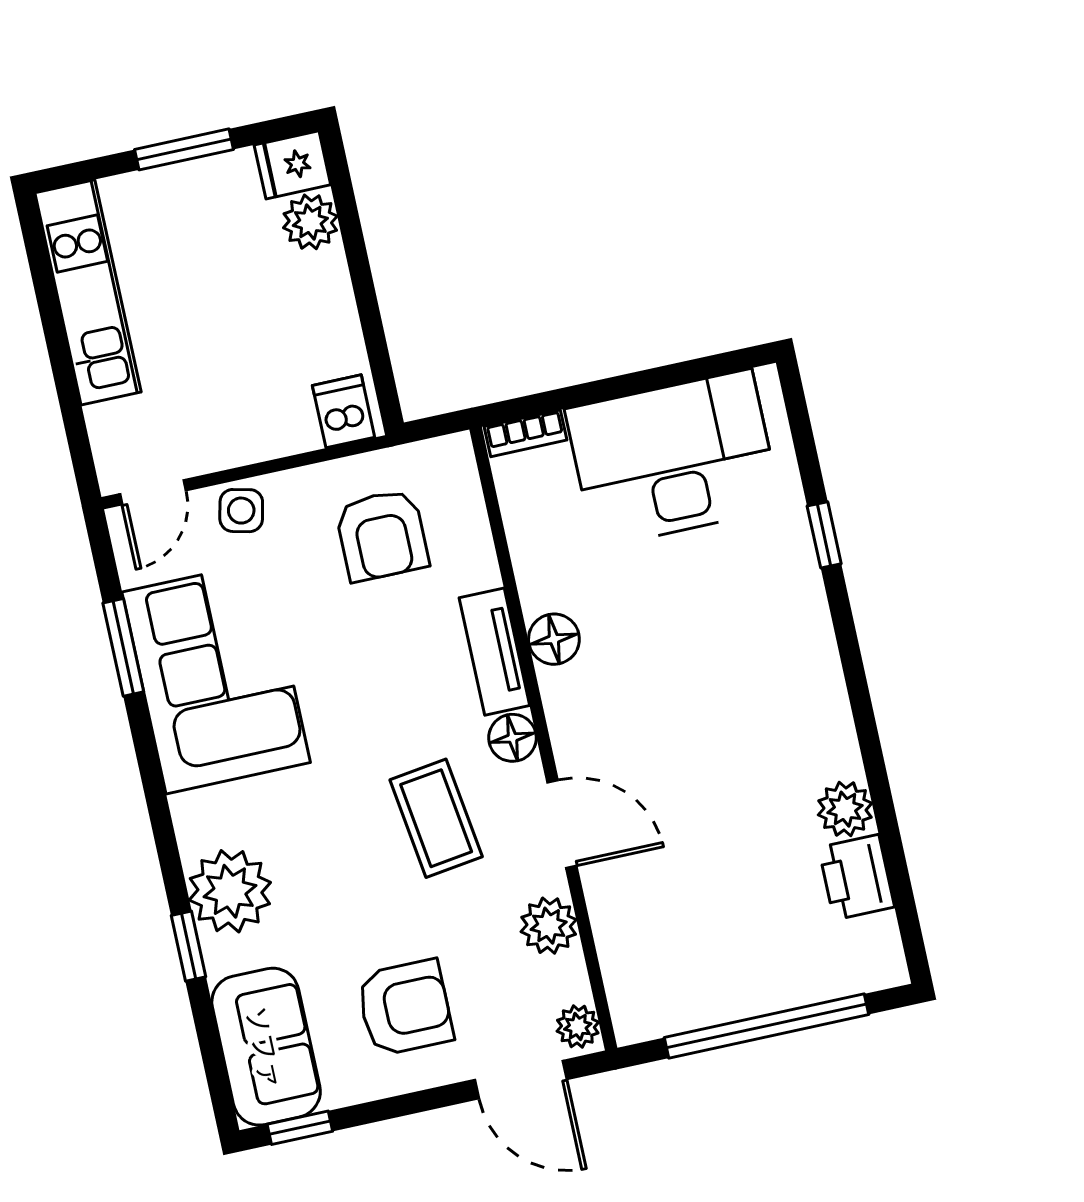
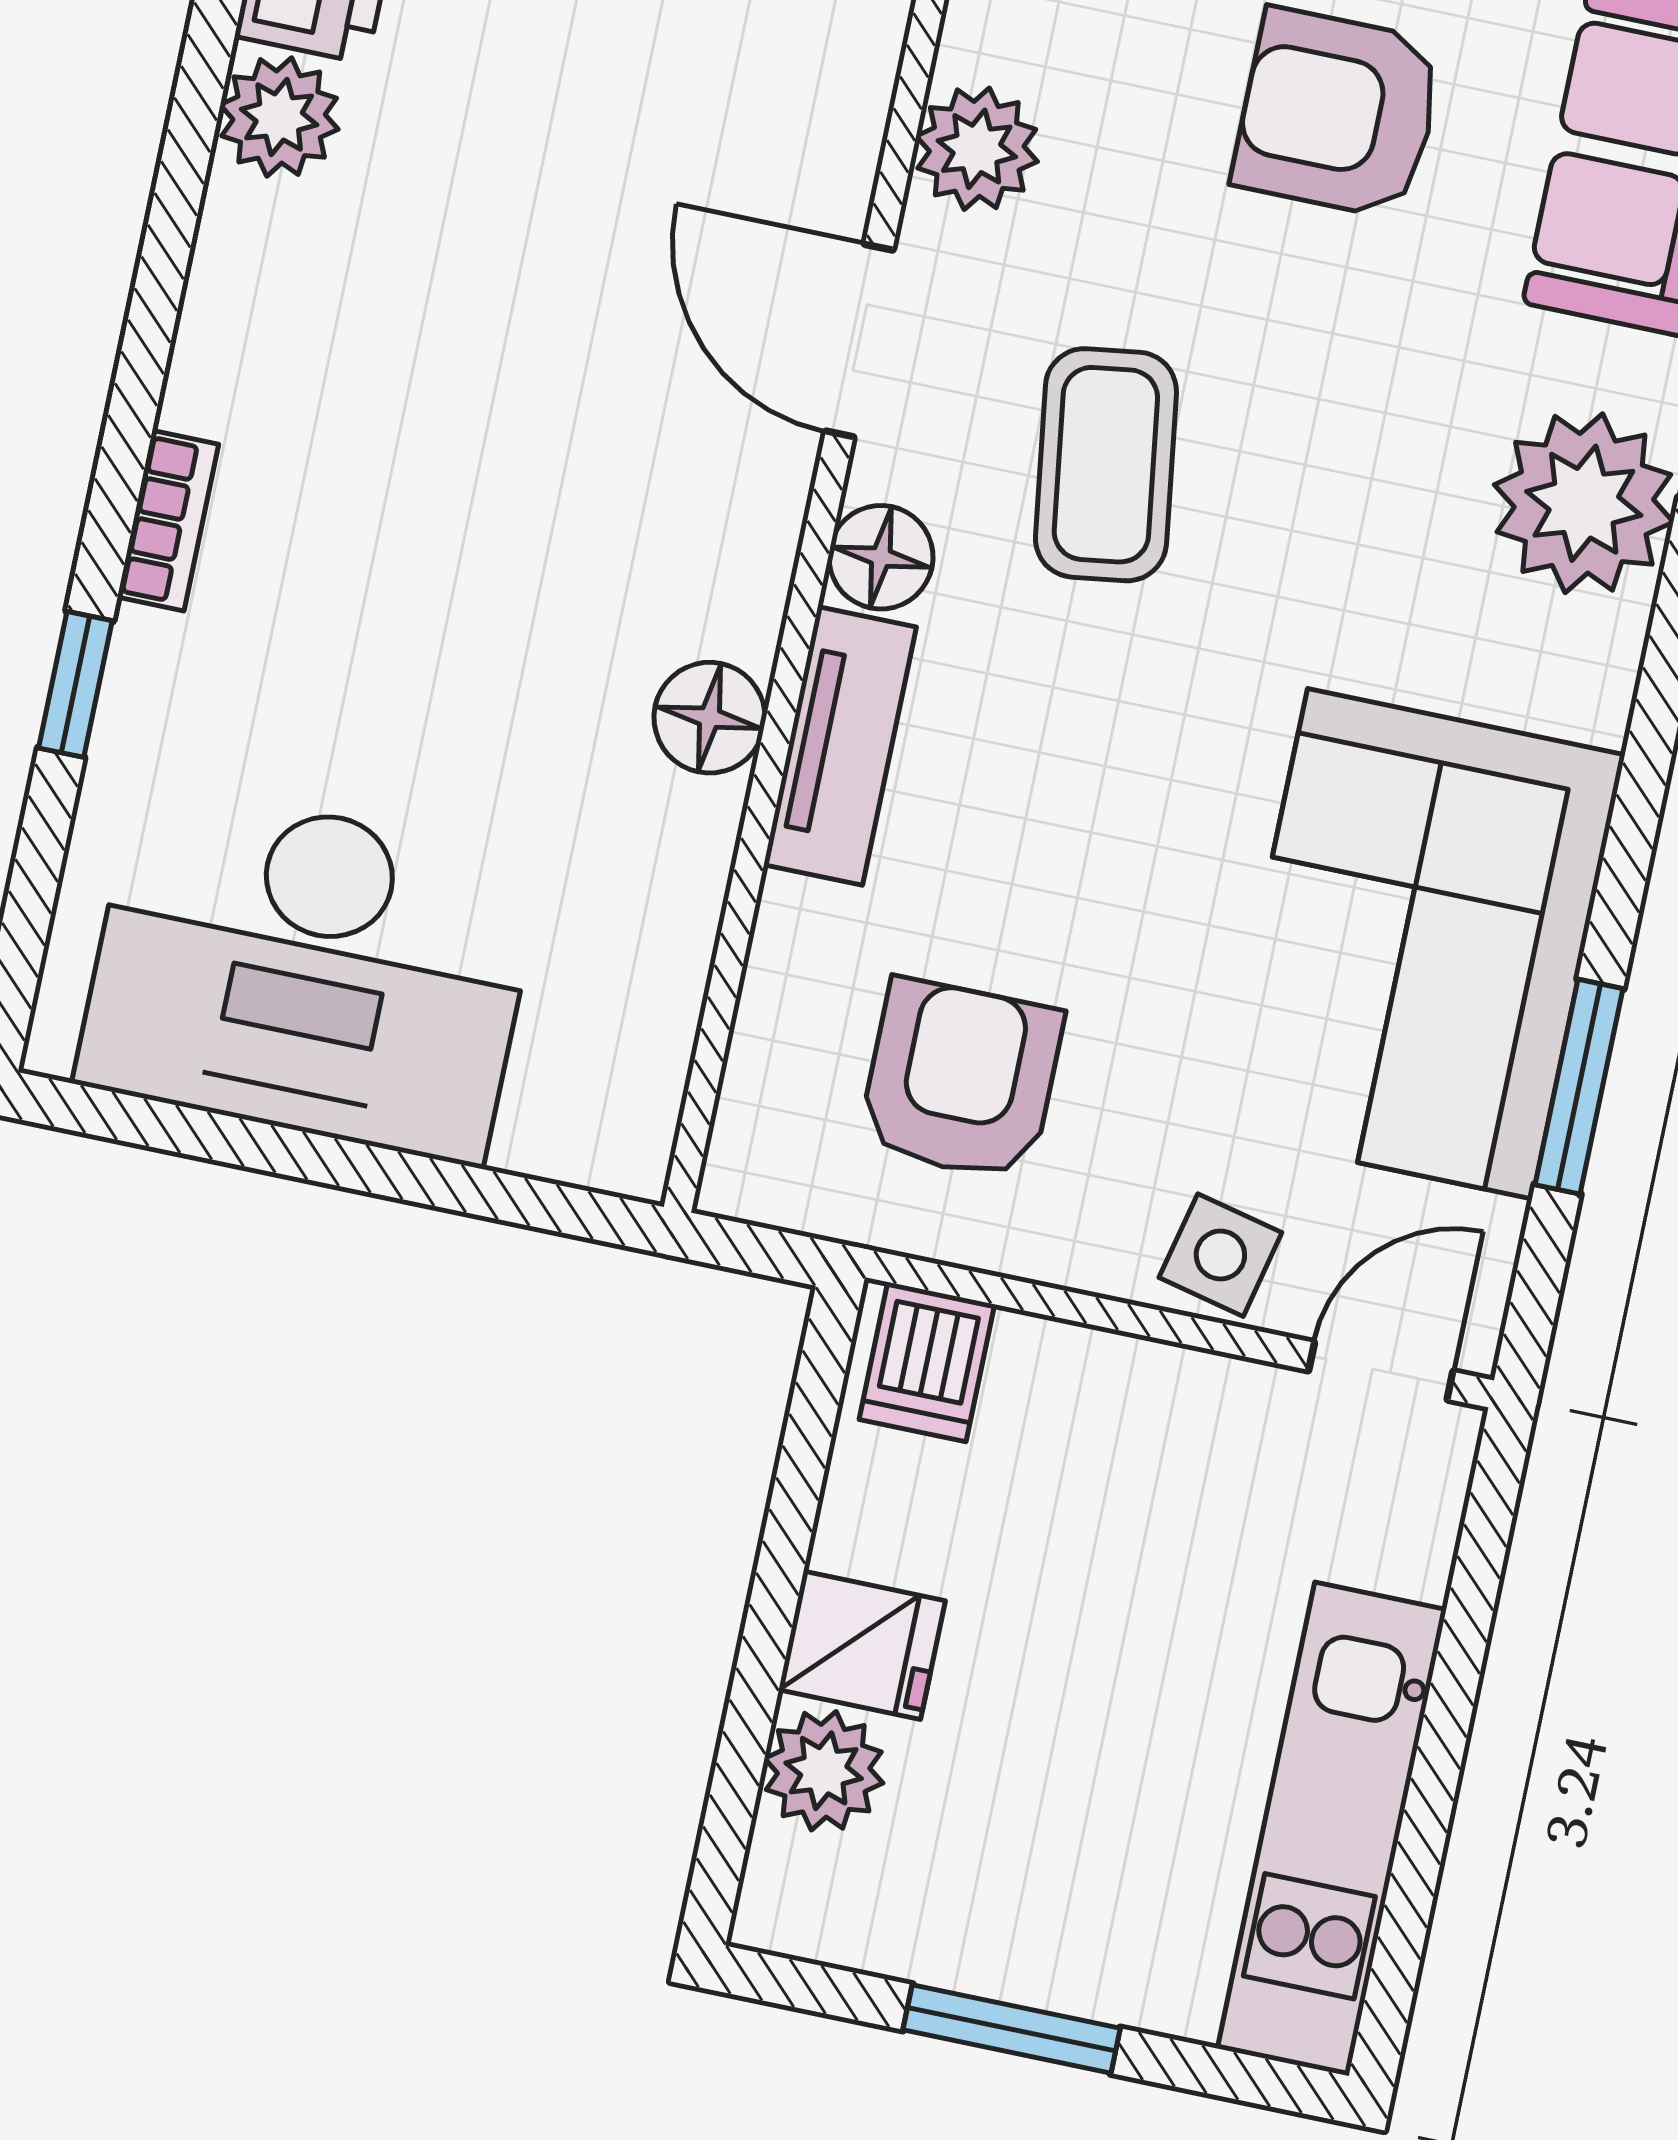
fridge: (292, 165) -> (862, 1645), moved
bookcase: (525, 433) -> (168, 521), moved, turned 90

